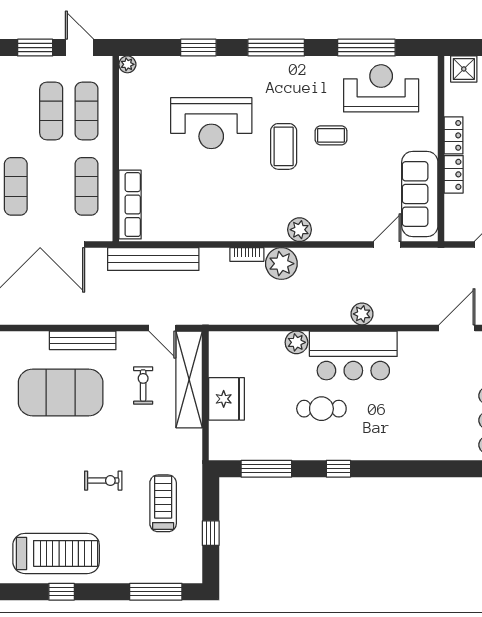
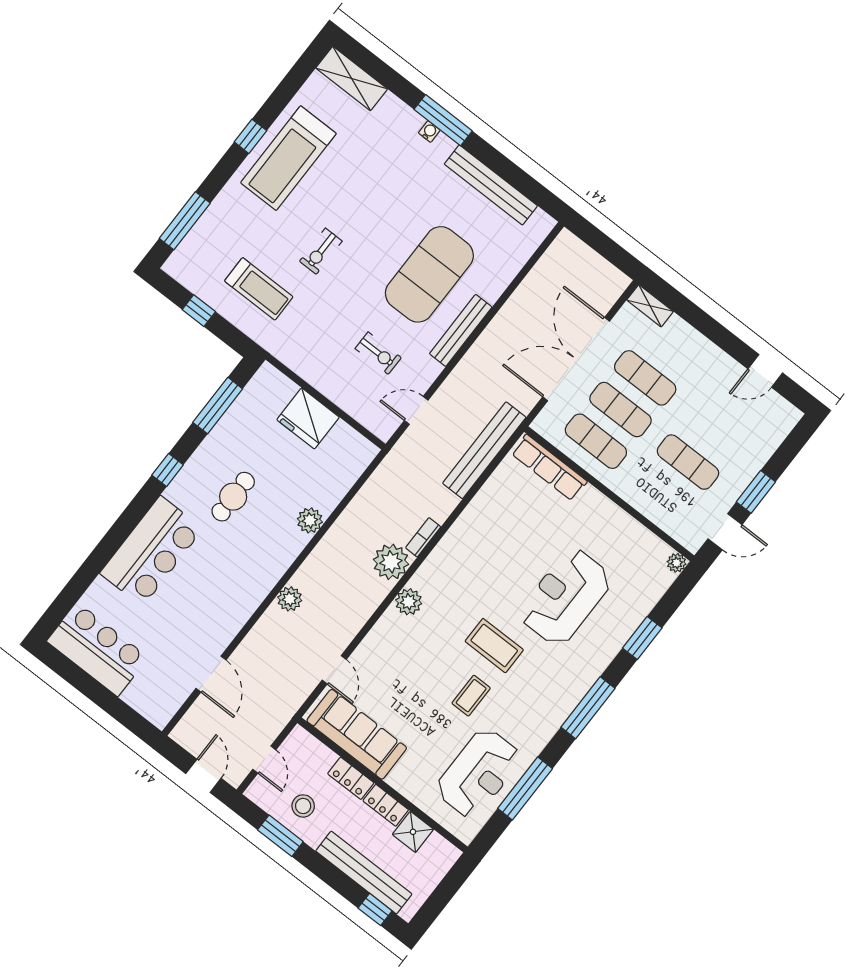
shower: (464, 69) -> (413, 832), moved
exercise mat: (86, 111) -> (621, 410), moved
bar counter: (353, 355) -> (151, 551), moved, turned 180
shelving: (189, 379) -> (351, 399), removed

